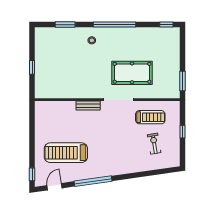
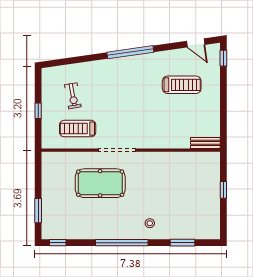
window: (182, 81) -> (38, 211), moved
bench: (88, 106) -> (205, 143), moved
treadmill: (66, 153) -> (182, 85), width x0.73, depth x0.73
window: (93, 181) -> (130, 52), moved
door: (54, 187) -> (196, 43), hinge flipped

